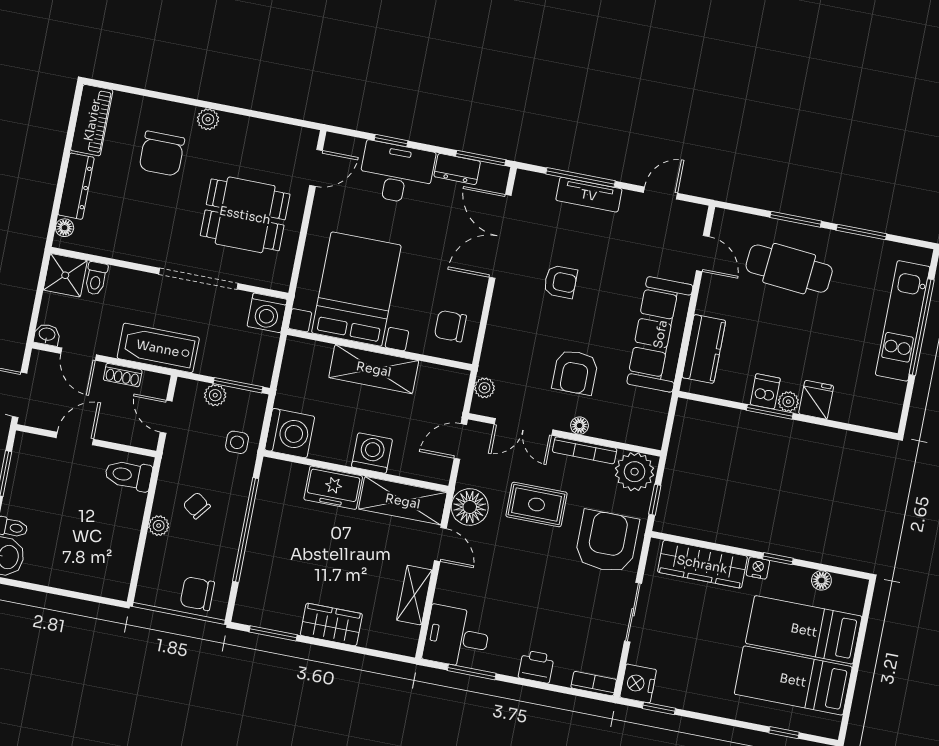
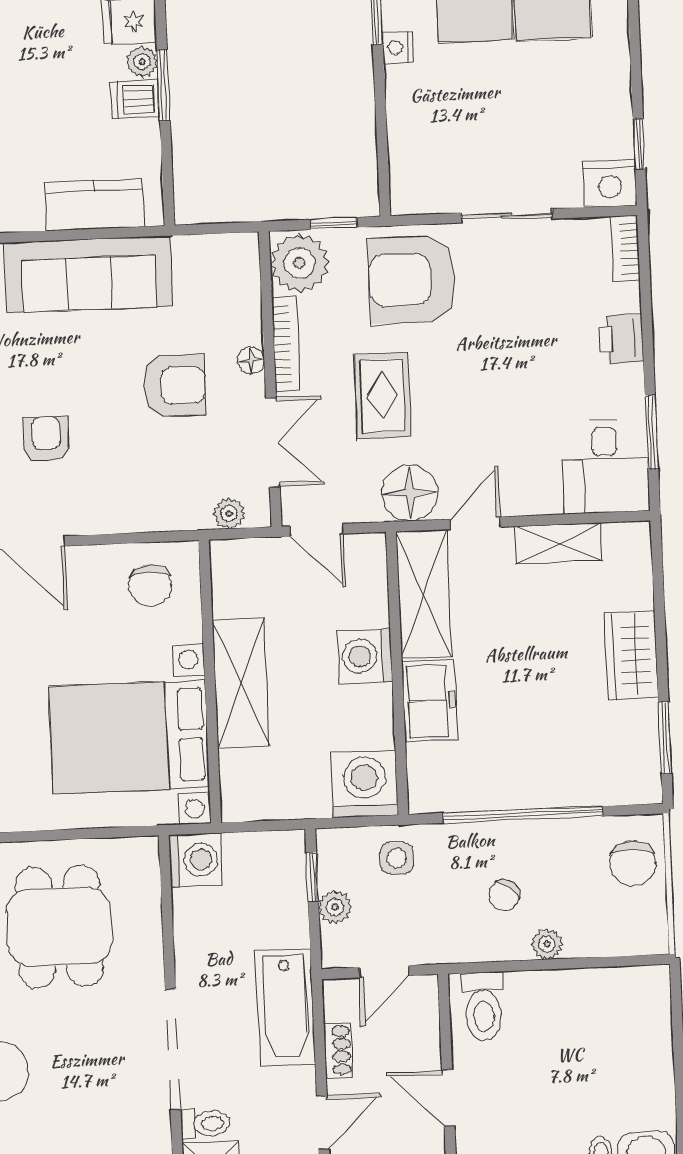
doorway: (198, 279) -> (173, 1049), moved
window: (238, 385) -> (312, 877), width x0.67
wardrobe: (702, 564) -> (411, 131), removed

